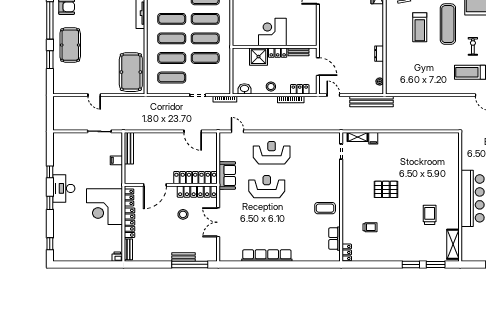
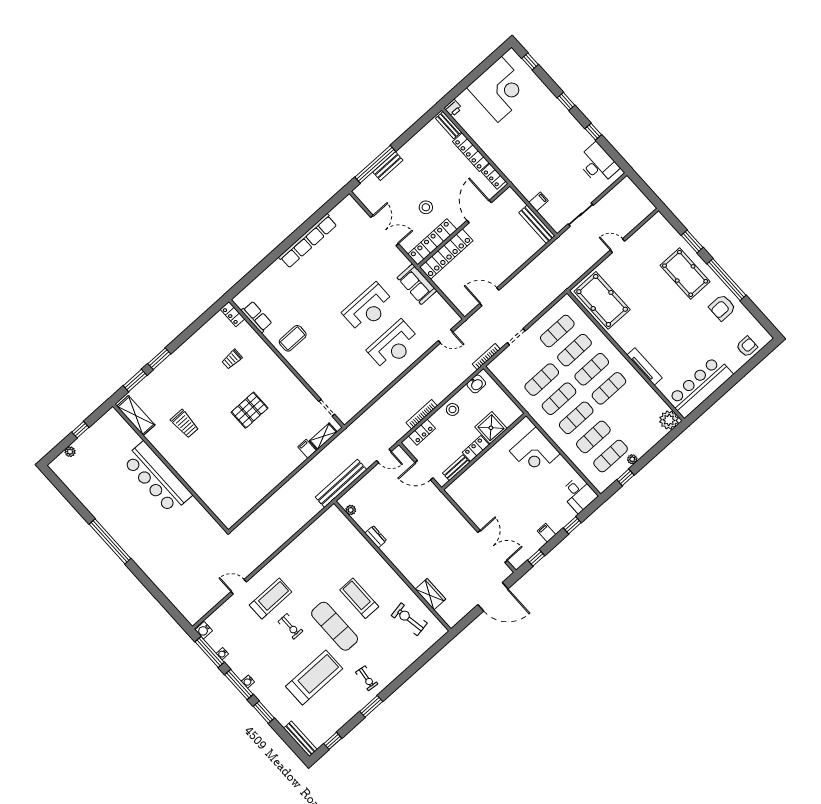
corner desk: (272, 32) -> (535, 452), moved, turned 90
desk: (64, 188) -> (598, 164), moved
corner desk: (105, 207) -> (500, 89), moved, turned 90

